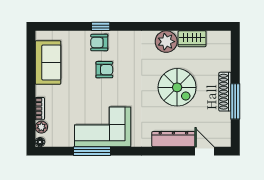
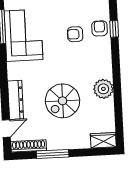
wardrobe: (192, 39) -> (103, 140), moved, turned 90
armchair: (104, 70) -> (75, 34), turned 90
shoe rack: (225, 92) -> (29, 146), moved

